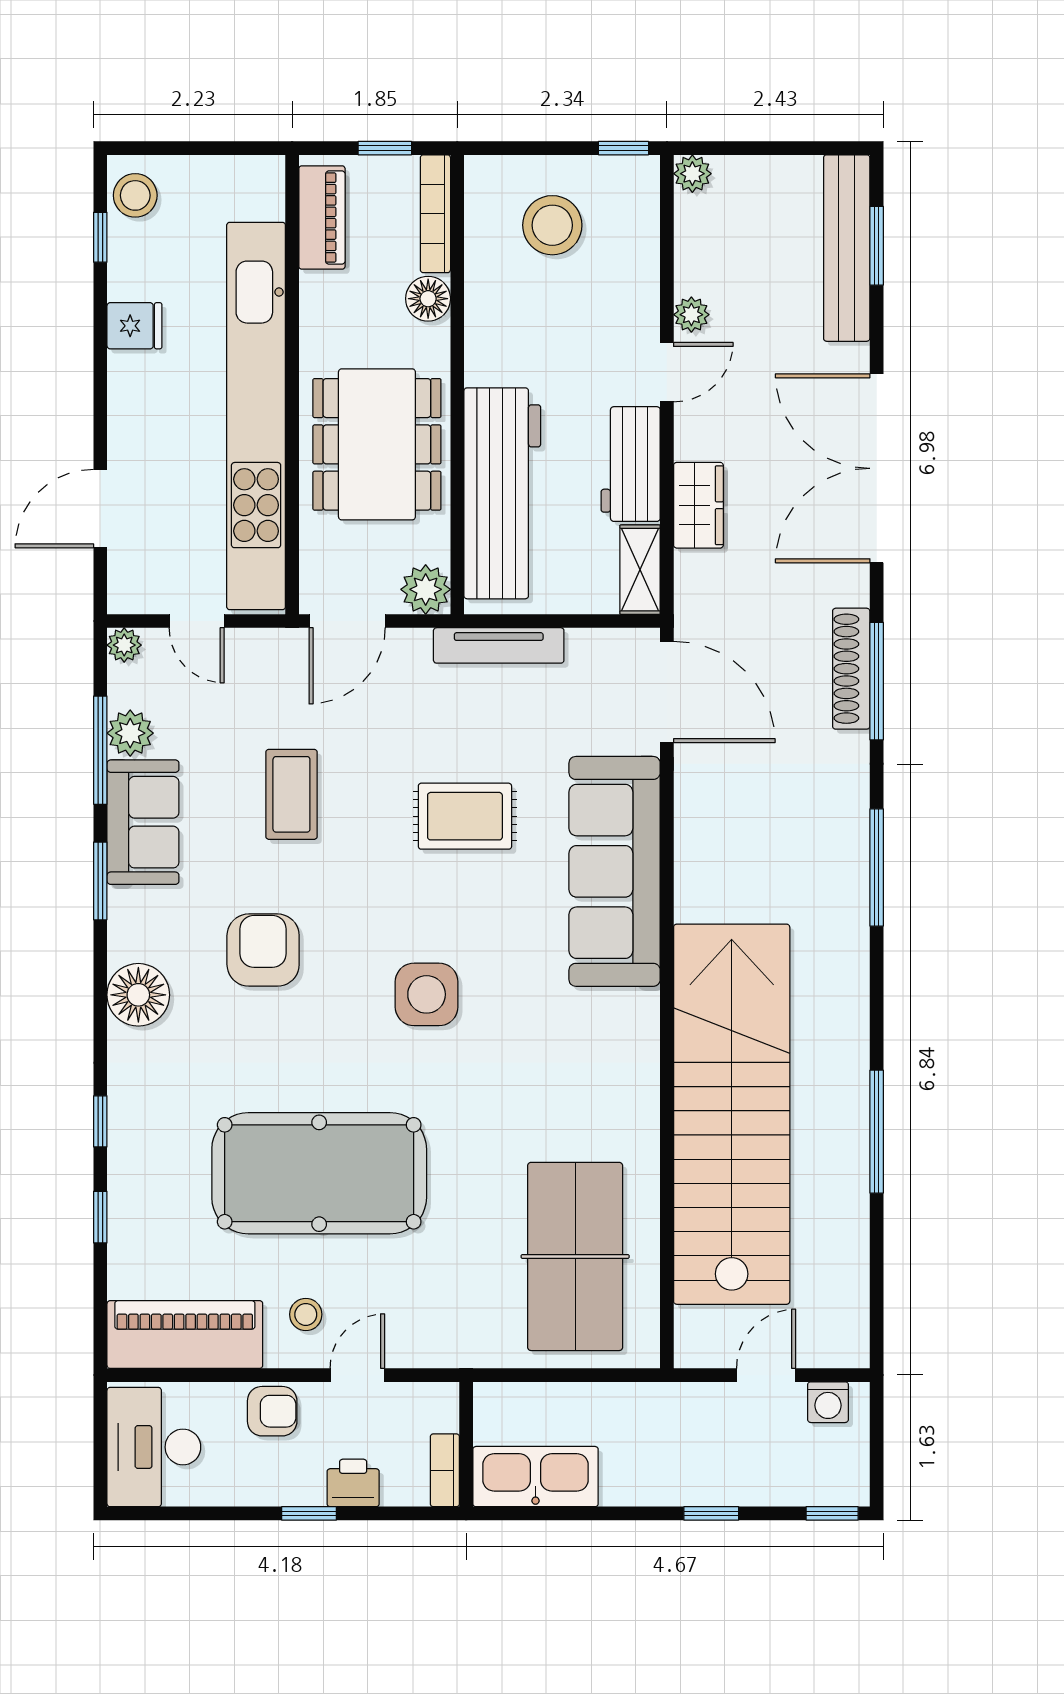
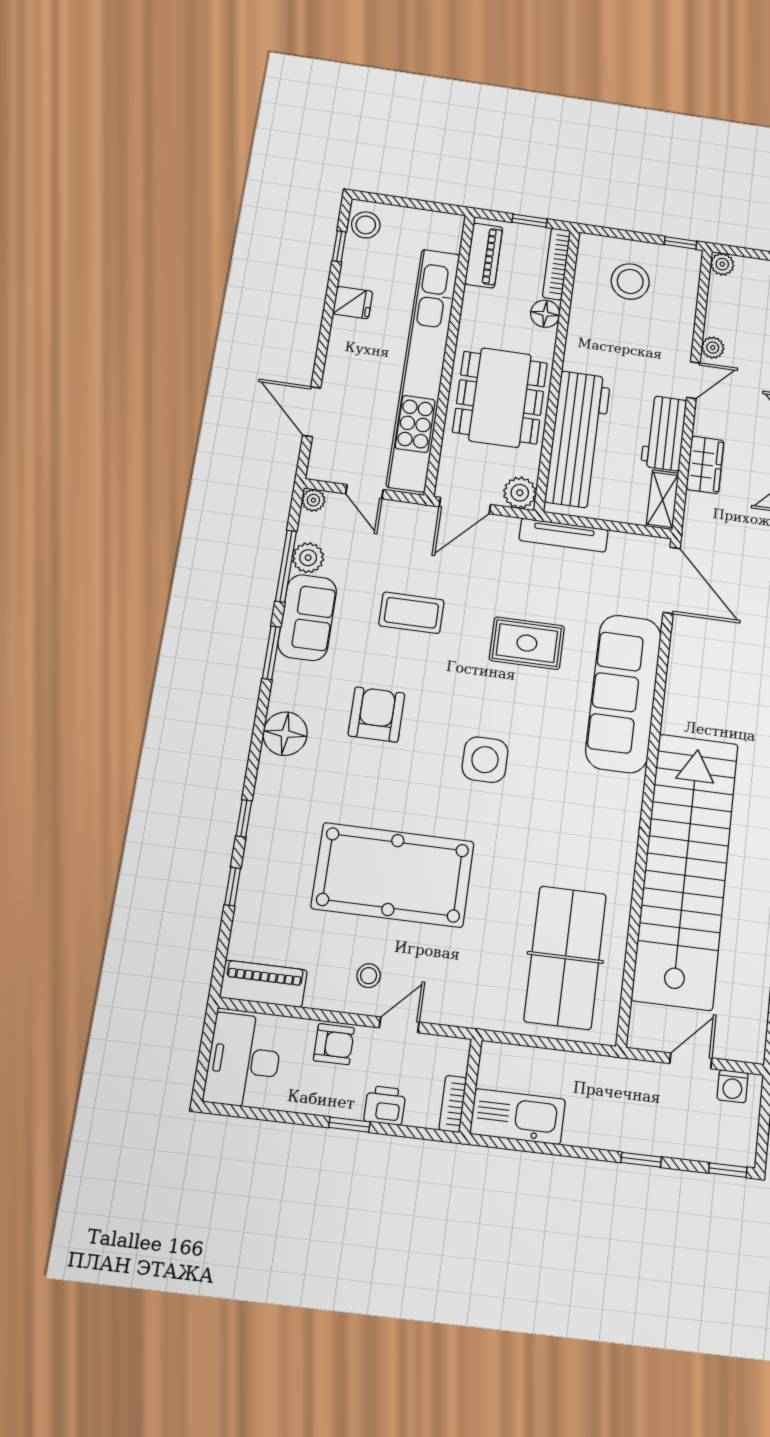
door: (100, 509) -> (312, 412), hinge flipped
coffee table: (291, 794) -> (411, 613), turned 90
piano: (185, 1335) -> (263, 984), width x0.73, depth x0.75

